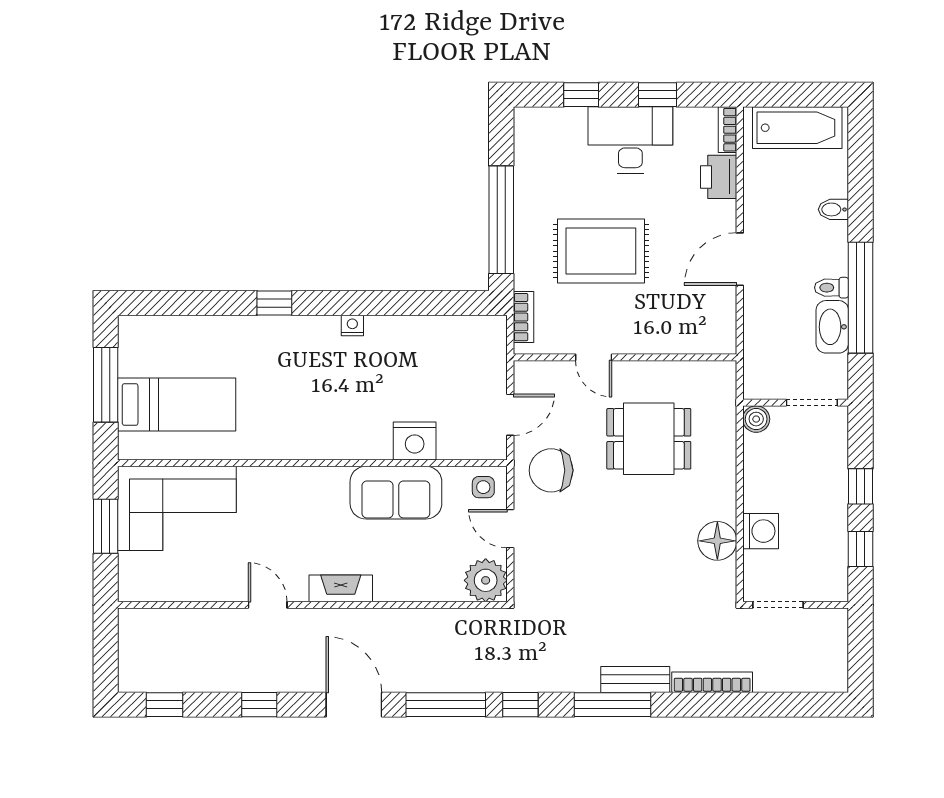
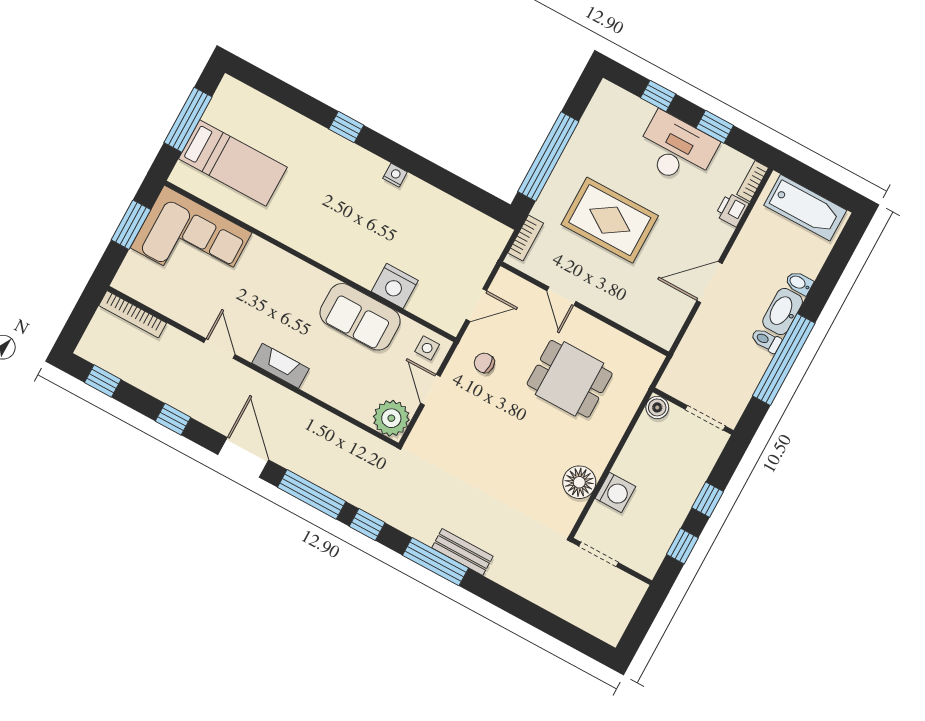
printer: (719, 177) -> (732, 210), width x0.73, depth x0.81
washbasin: (832, 327) -> (783, 312), moved
chair: (551, 470) -> (484, 363), width x0.54, depth x0.54
bookcase: (712, 682) -> (133, 314), moved, turned 180

